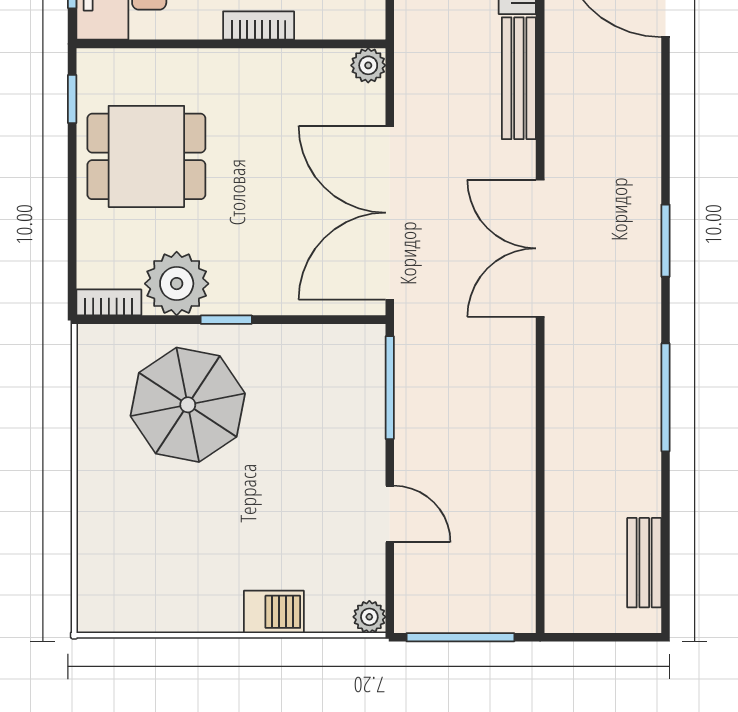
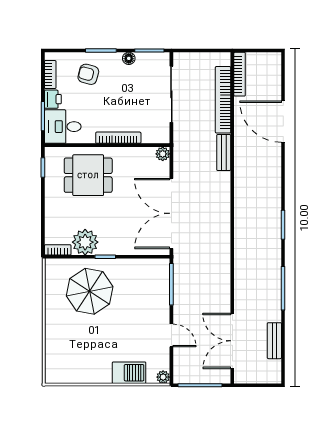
bookcase: (259, 26) -> (118, 138), width x1.56
bench: (519, 78) -> (224, 152), width x0.73
dining table: (146, 156) -> (88, 175), moved
double door: (540, 248) -> (232, 341), moved
bench: (644, 563) -> (274, 341), moved
barbecue: (274, 612) -> (129, 373), width x1.38, depth x1.27

